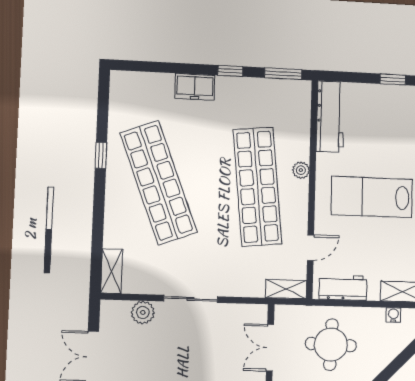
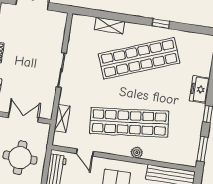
shelving: (112, 271) -> (109, 26), moved
shelving: (286, 289) -> (62, 118), moved
plant: (143, 312) -> (56, 39), removed

